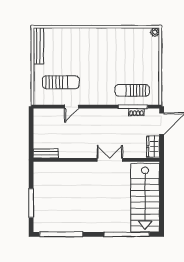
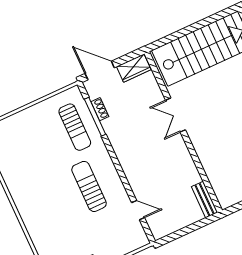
sun lounger: (61, 82) -> (89, 186), moved
door: (71, 107) -> (138, 210), moved

